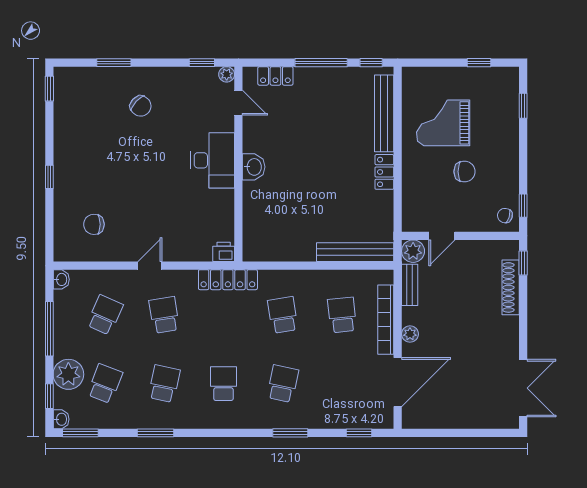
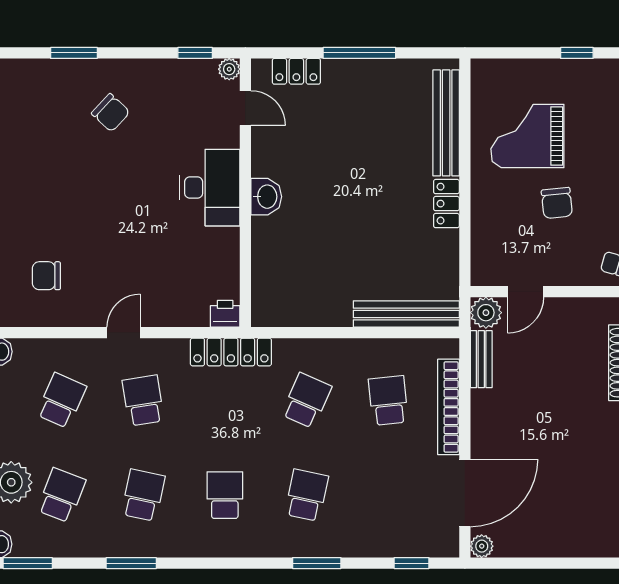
window: (371, 63) -> (428, 53), removed
chair: (465, 172) -> (557, 203), turned 84
school desk: (283, 315) -> (307, 401), turned 33
plant: (410, 334) -> (482, 546), moved

